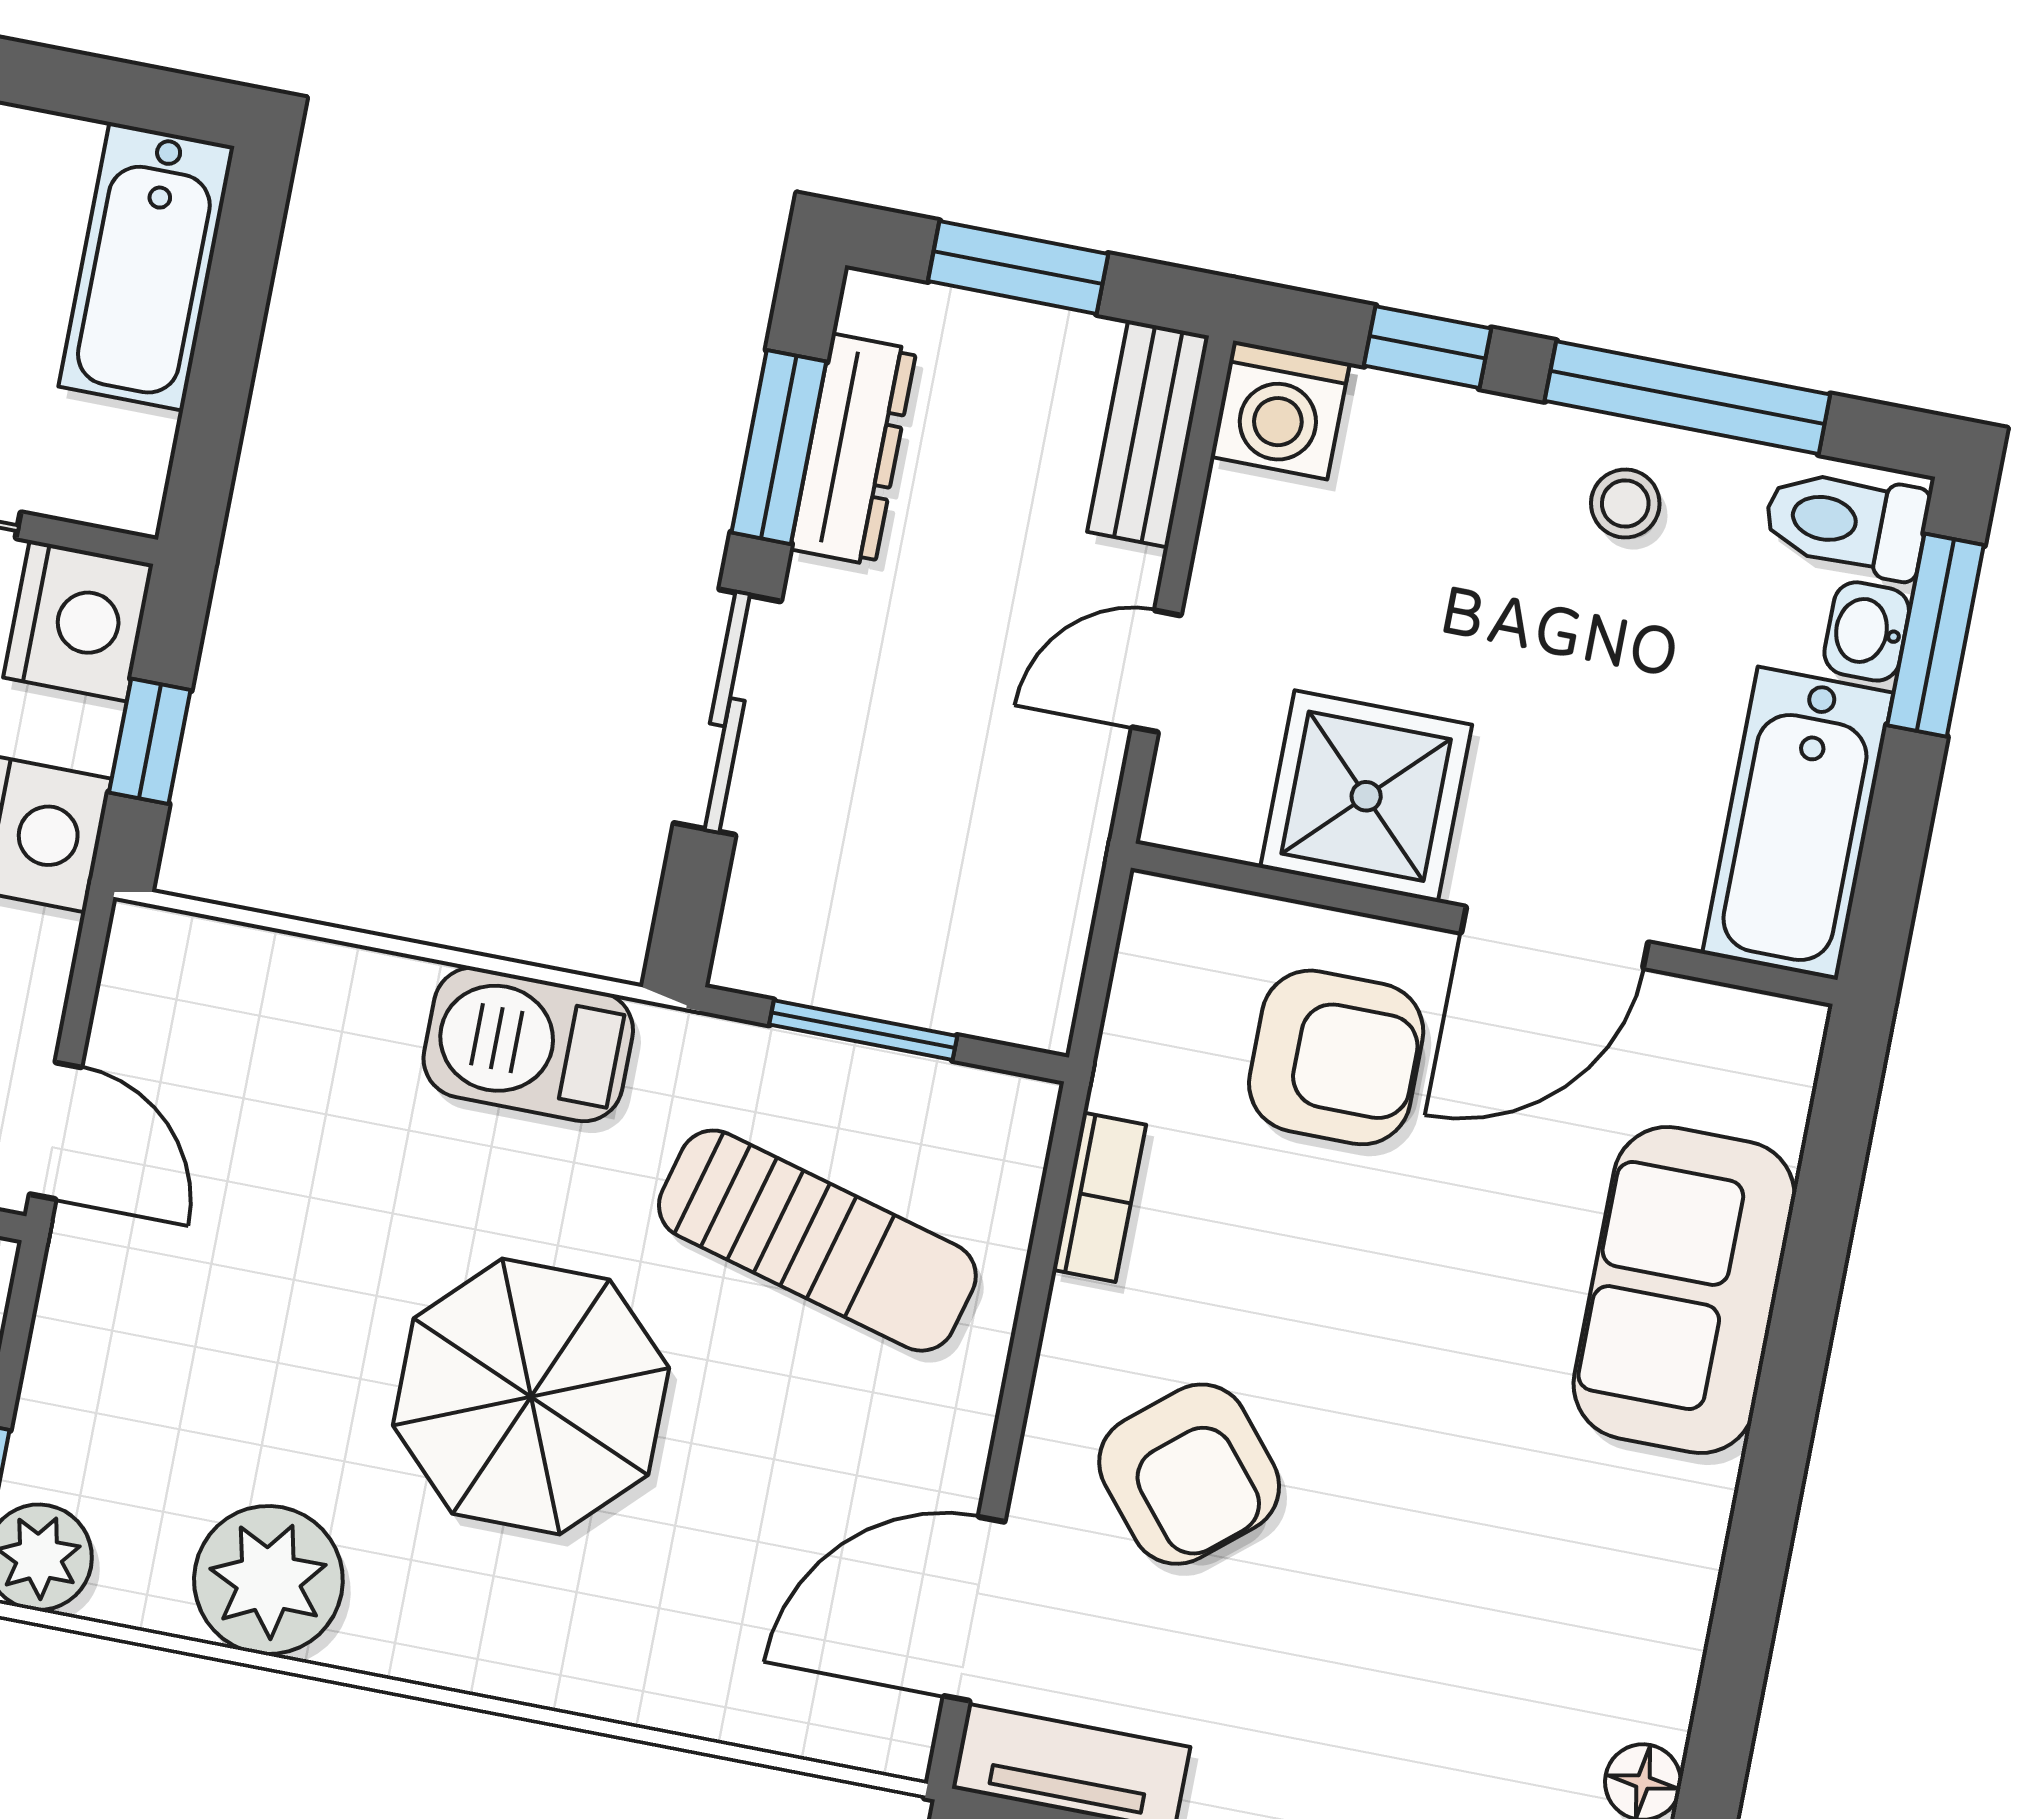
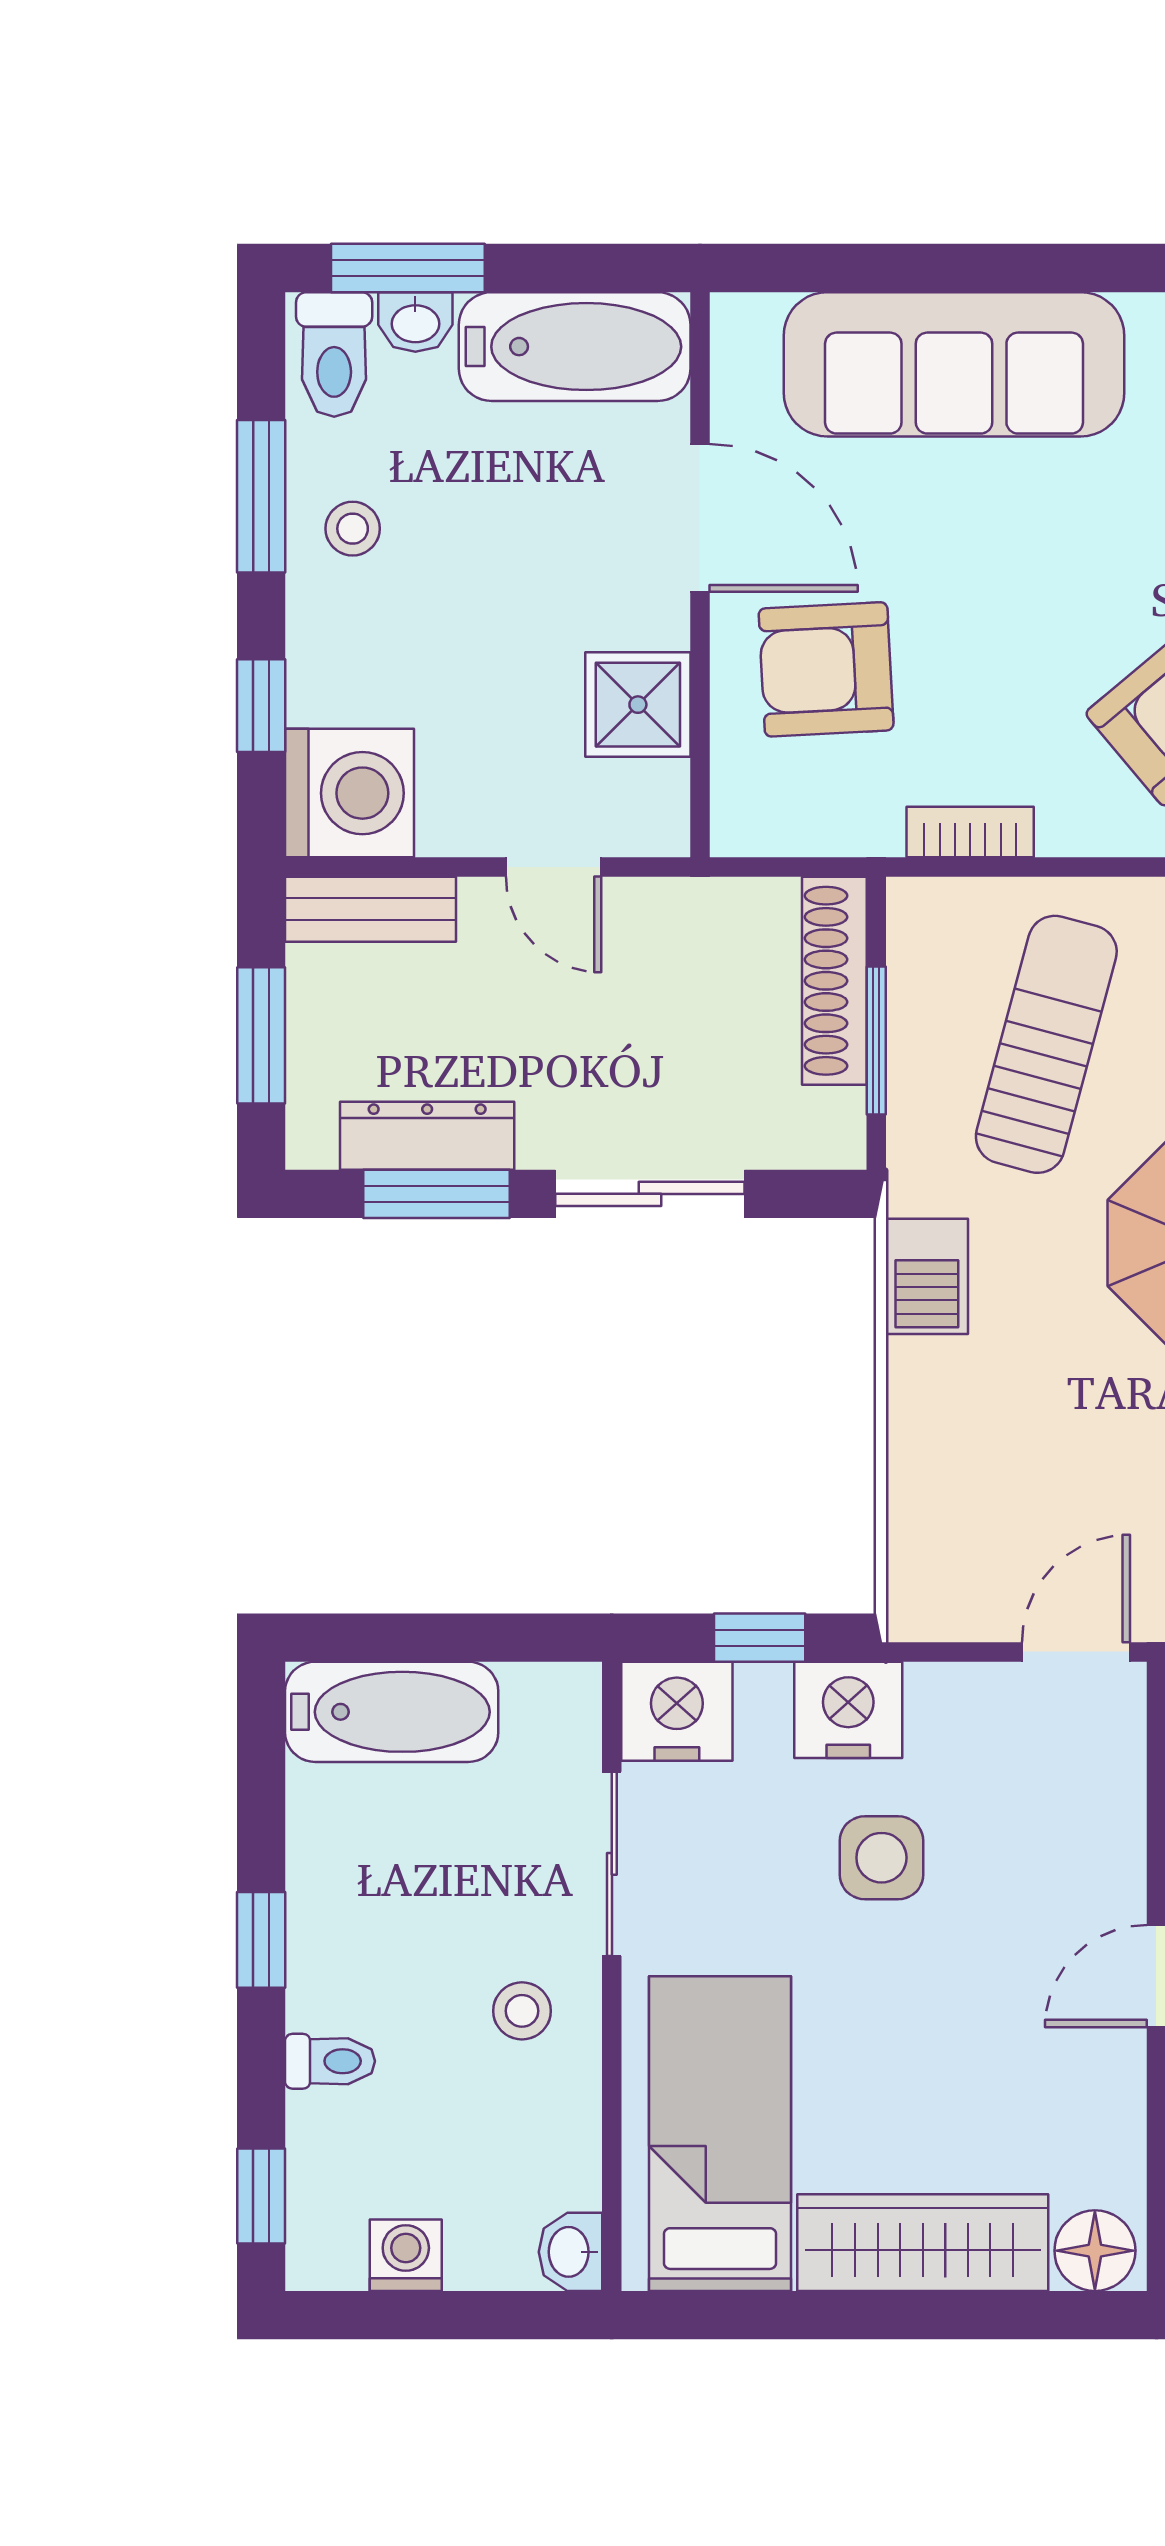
window: (1687, 398) -> (261, 496), width x0.69
washing machine: (1280, 410) -> (349, 793), width x1.37, depth x1.37
shower: (1366, 796) -> (638, 705), width x0.73, depth x0.73
shoe rack: (947, 993) -> (834, 981), added
barbecue: (528, 1044) -> (927, 1276), width x0.73, depth x0.79
armchair: (1336, 1057) -> (826, 669), turned -93
sofa: (1684, 1290) -> (954, 364), width x1.36

